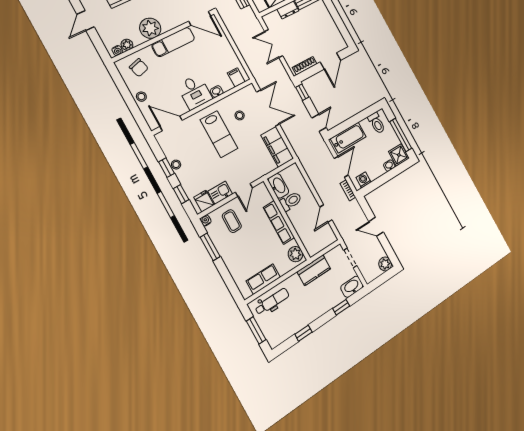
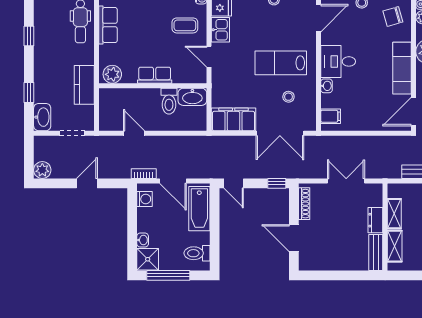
row of seats: (279, 223) -> (155, 75), width x0.68

